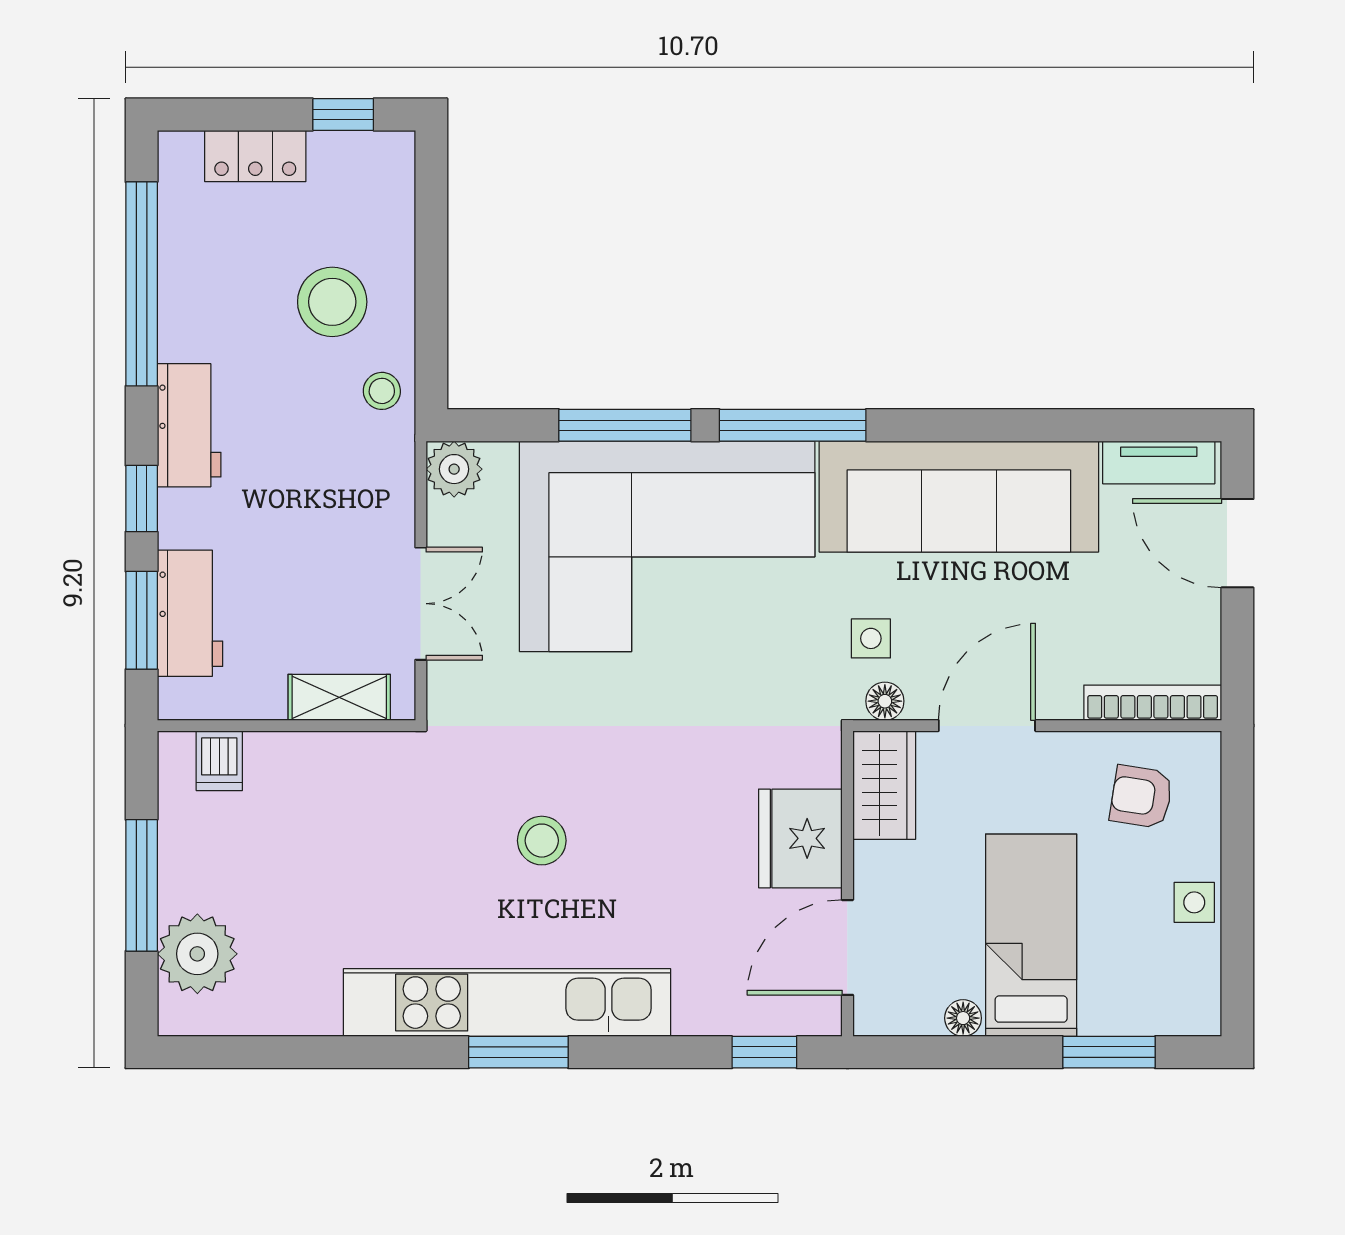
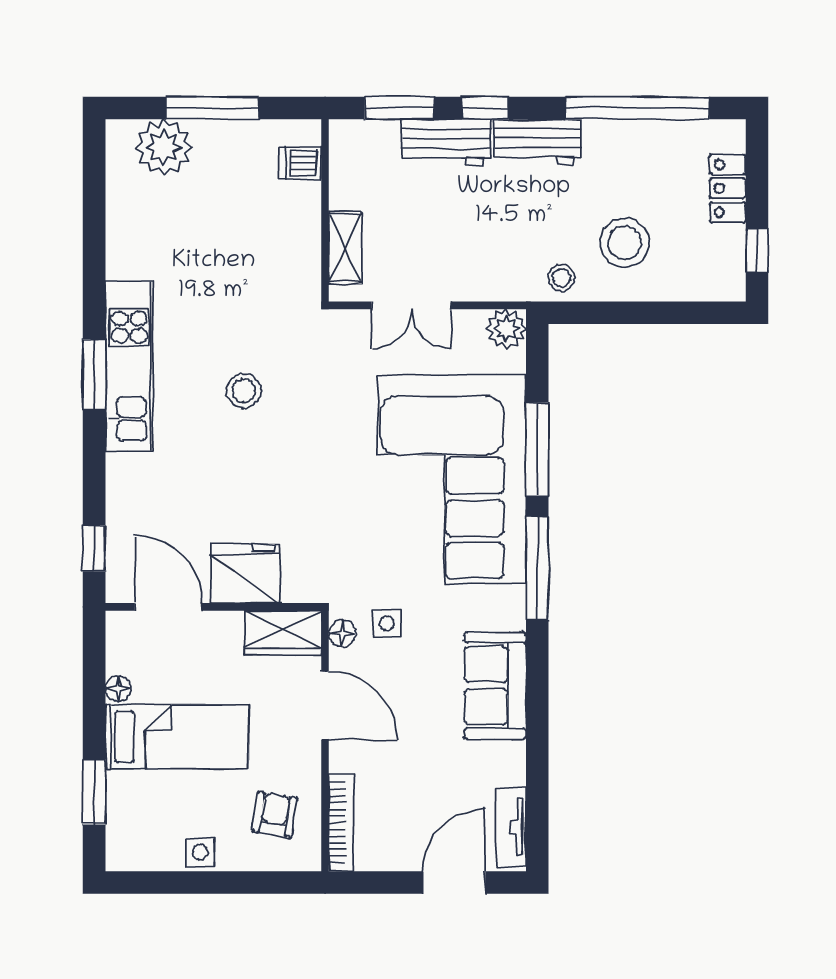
sofa: (959, 497) -> (495, 686), width x0.54, depth x0.79
workbench: (190, 613) -> (446, 142), moved
kitchen unit: (507, 1003) -> (129, 366), width x0.73

